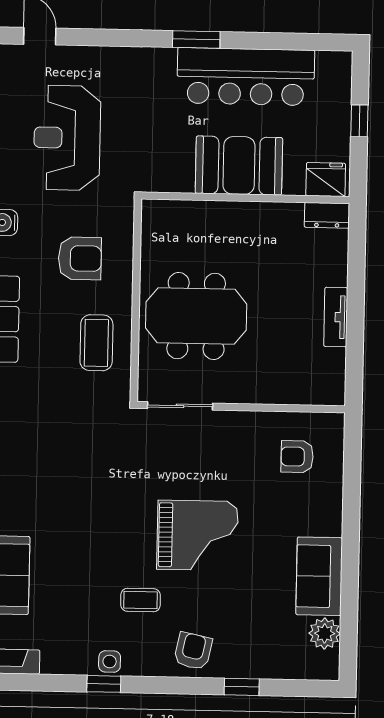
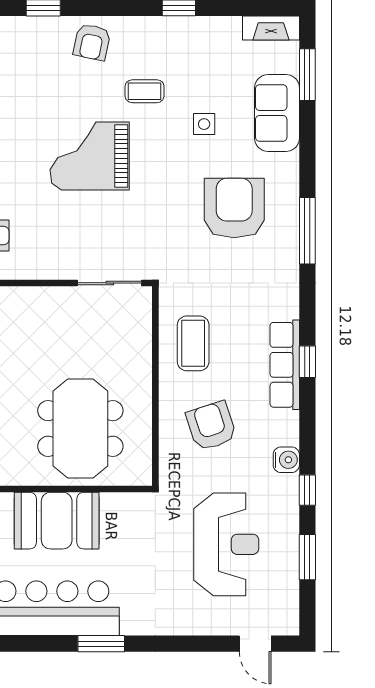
armchair: (80, 258) -> (211, 426), turned 72
meeting table: (196, 316) -> (80, 428), moved, turned 90
armchair: (52, 479) -> (234, 208), added
side table: (110, 662) -> (204, 124), moved

